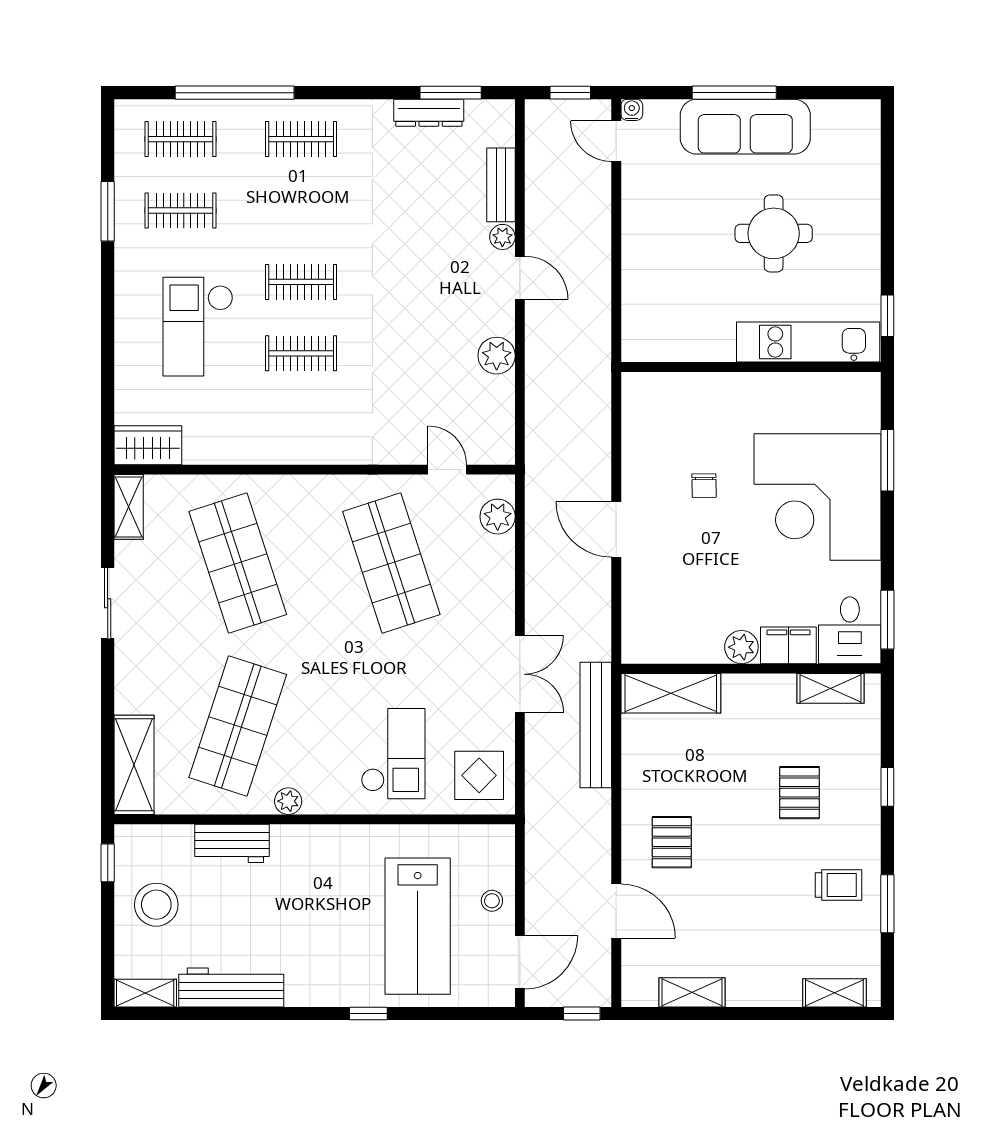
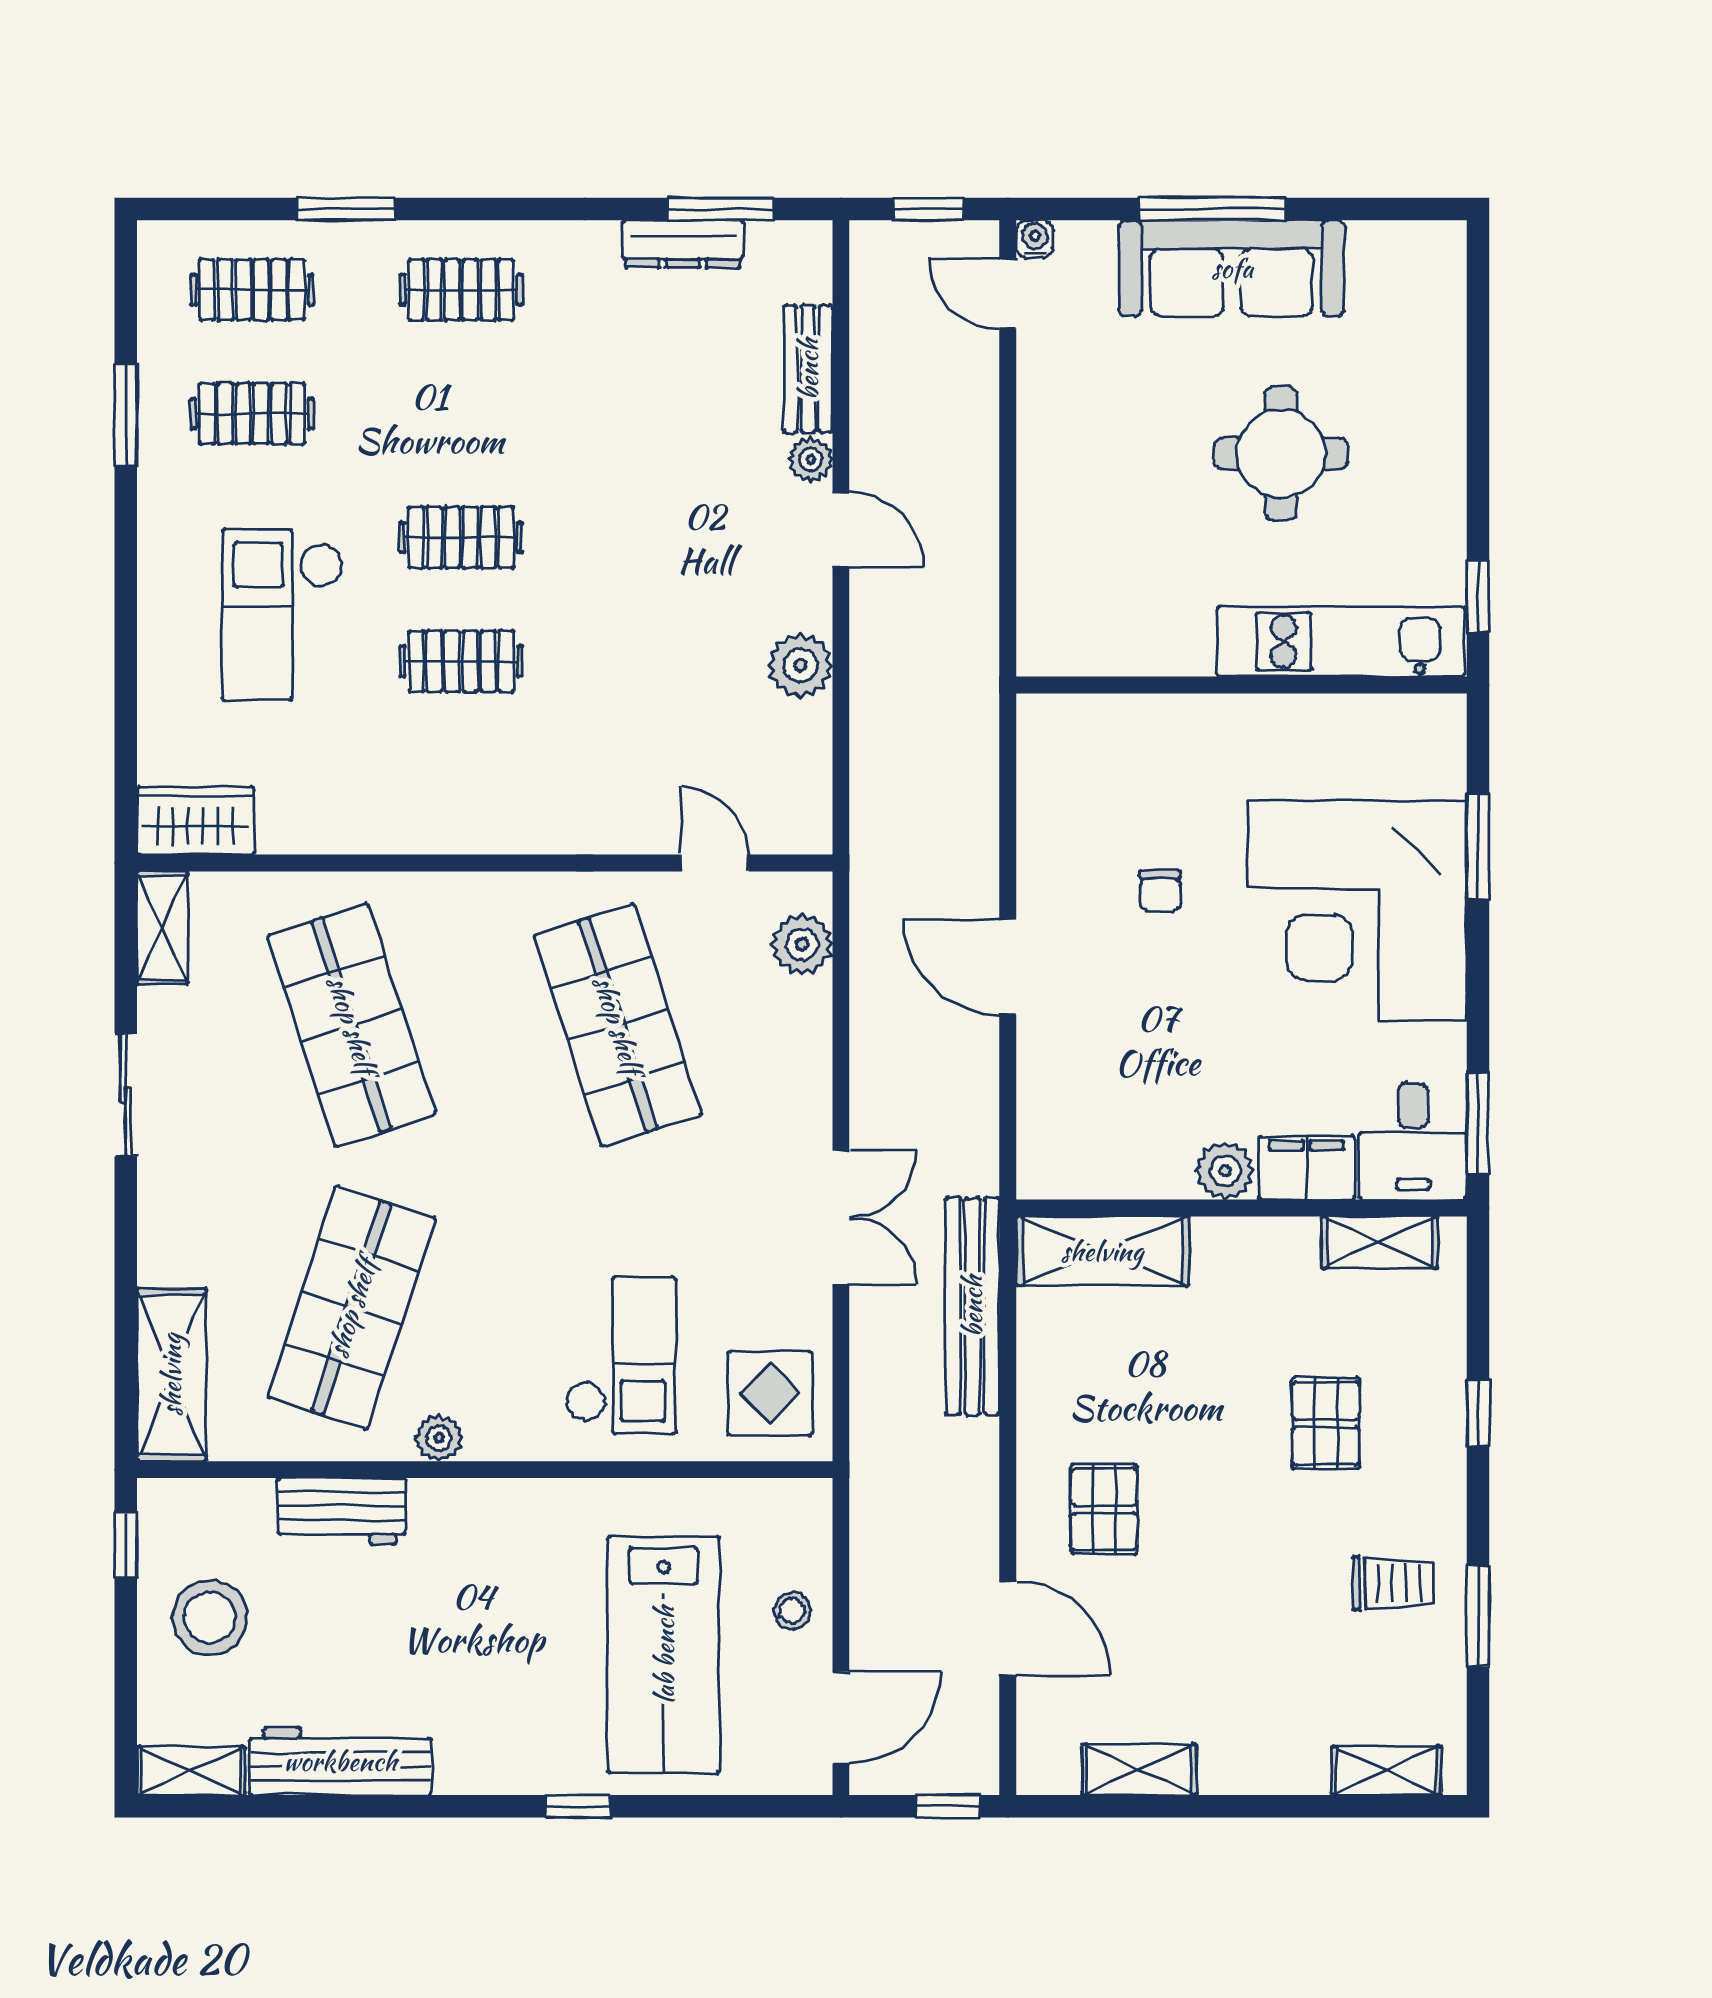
window: (235, 93) -> (346, 209), width x0.47

